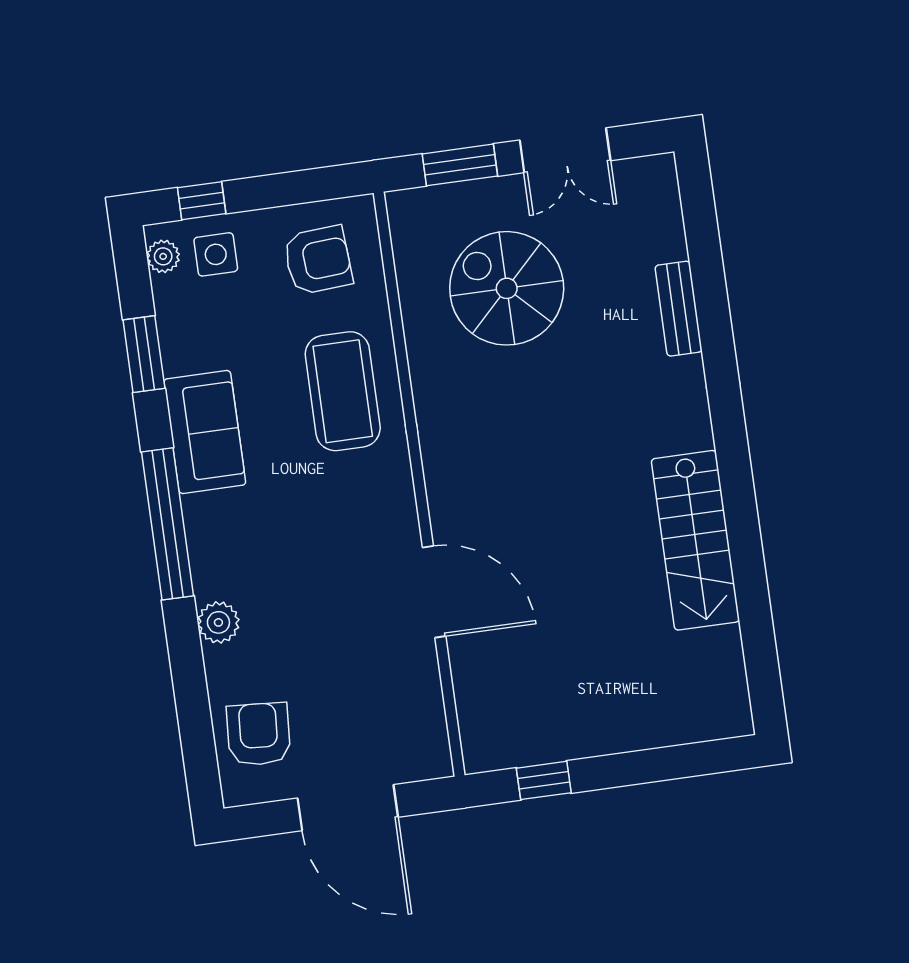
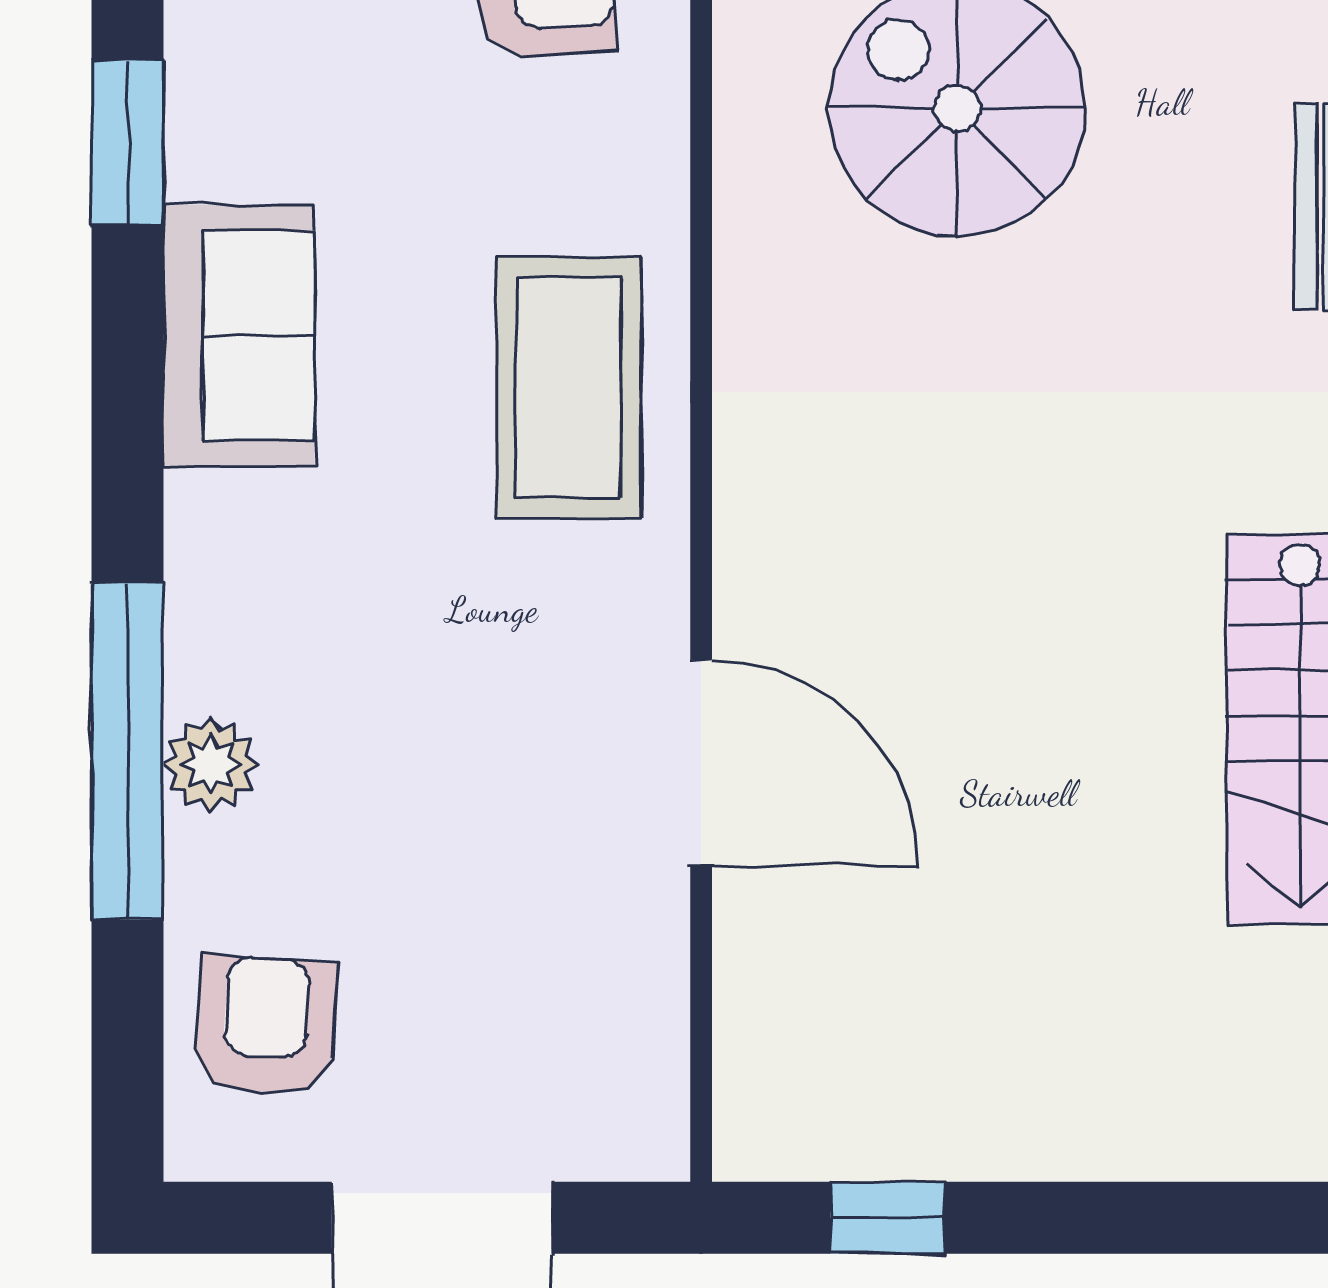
coffee table: (343, 391) -> (569, 387), moved
window: (168, 524) -> (127, 751), moved

